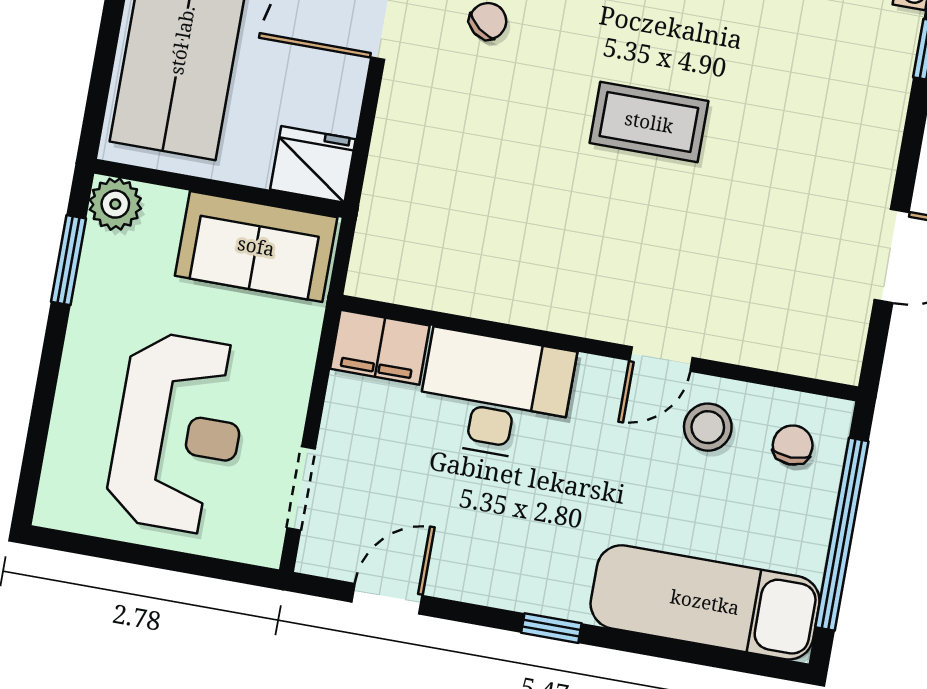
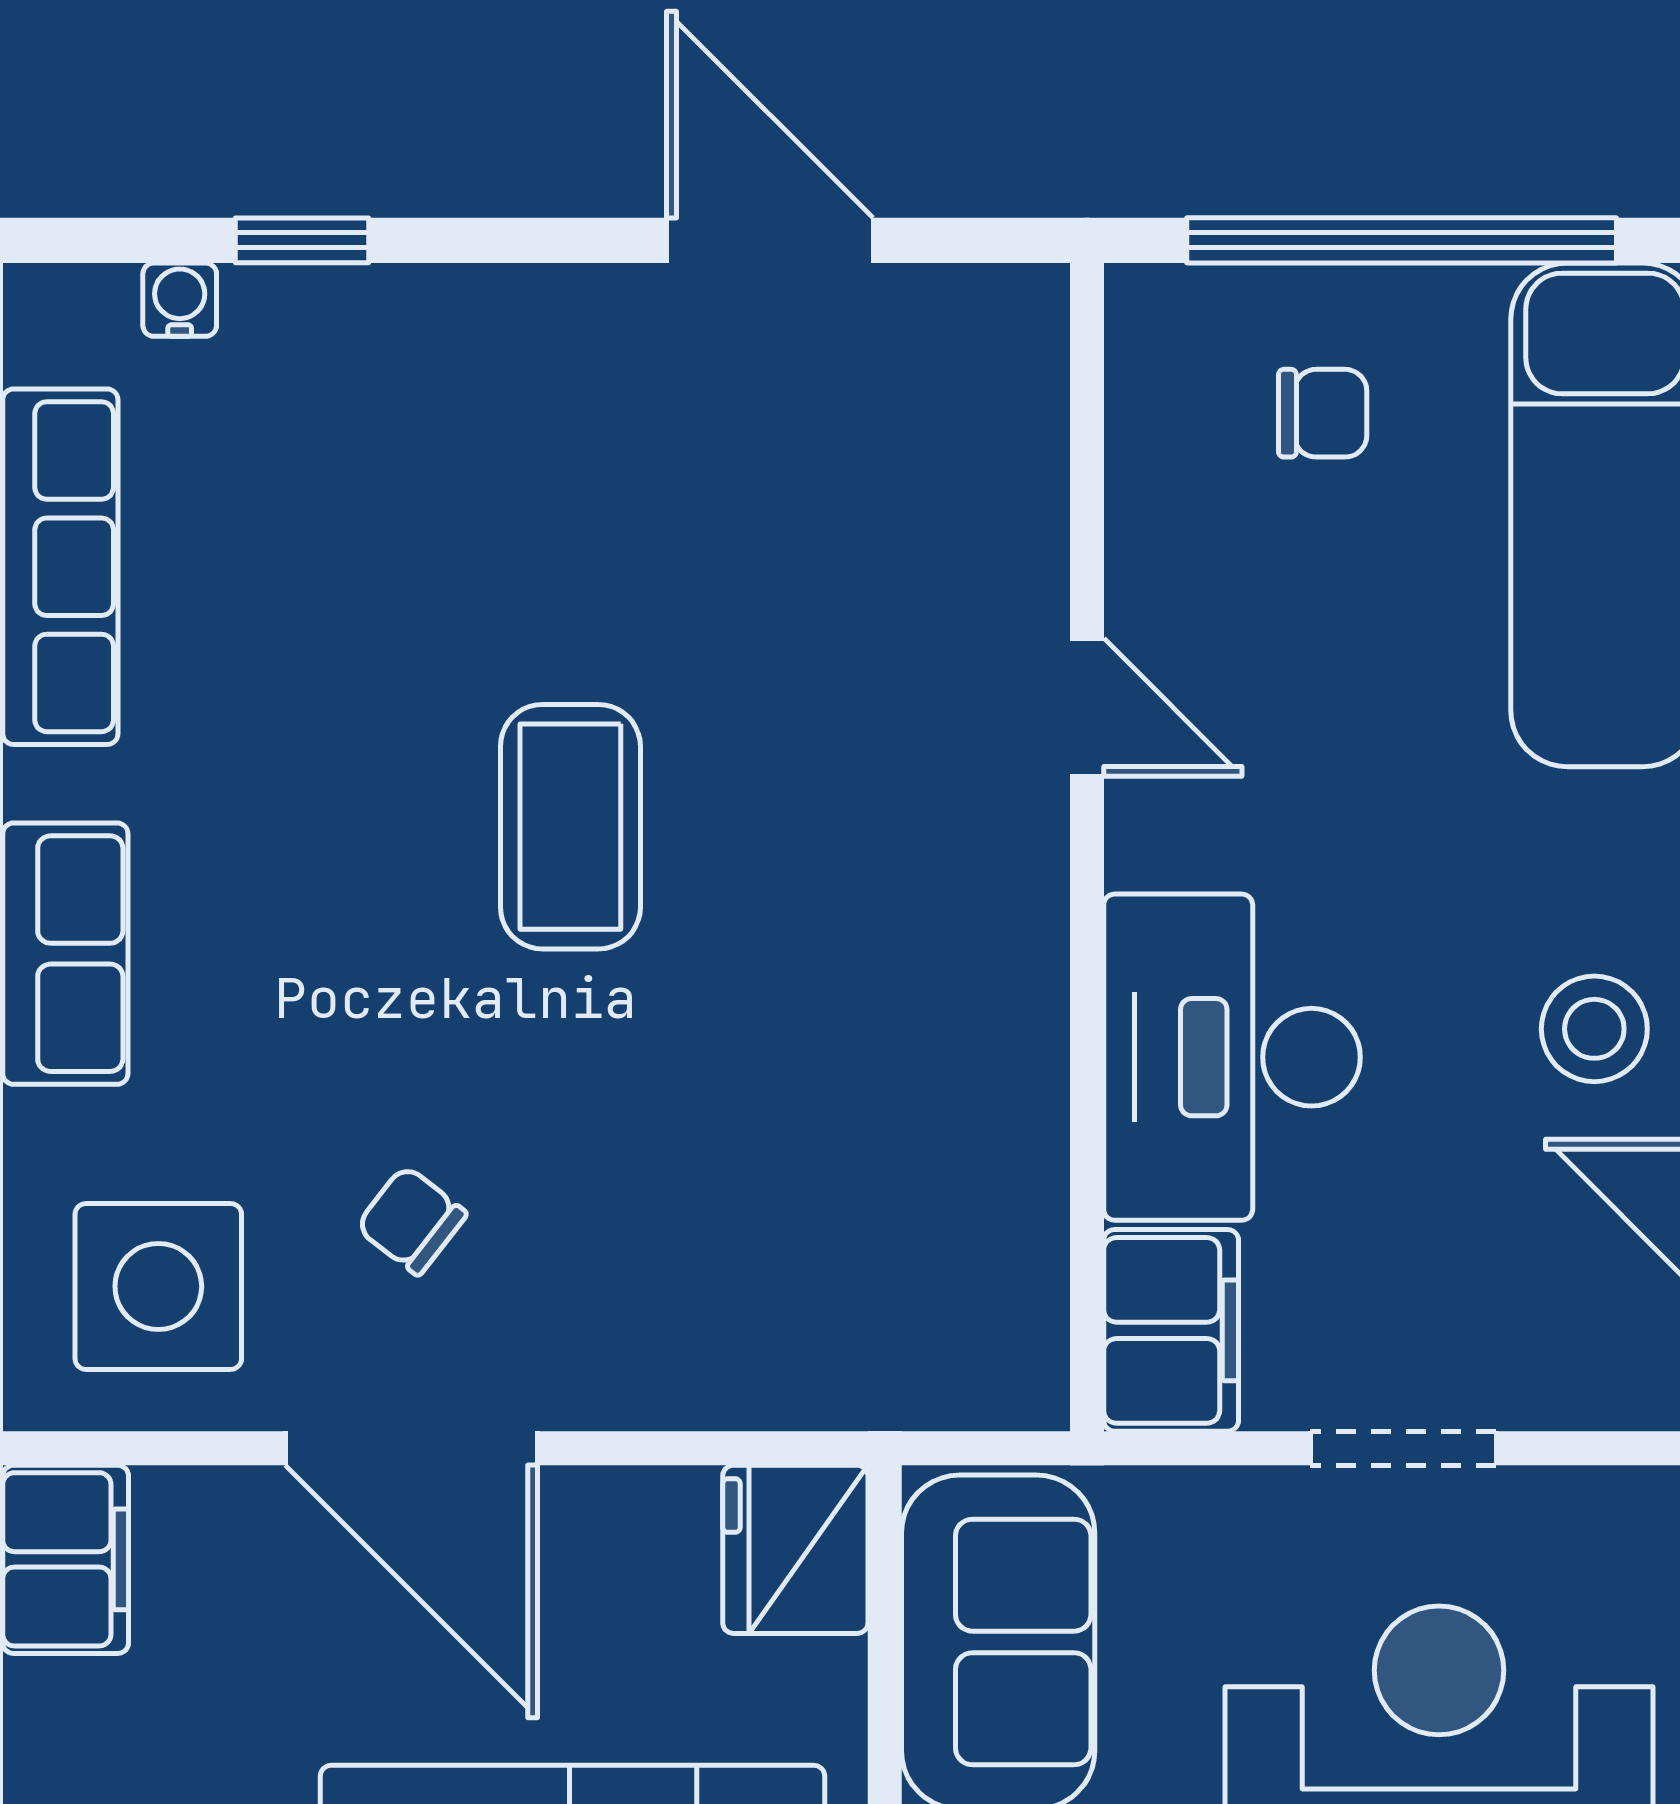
stool: (708, 427) -> (1594, 1029), moved
chair: (793, 445) -> (1323, 413), moved, turned 180
doorway: (301, 488) -> (1403, 1448), moved

